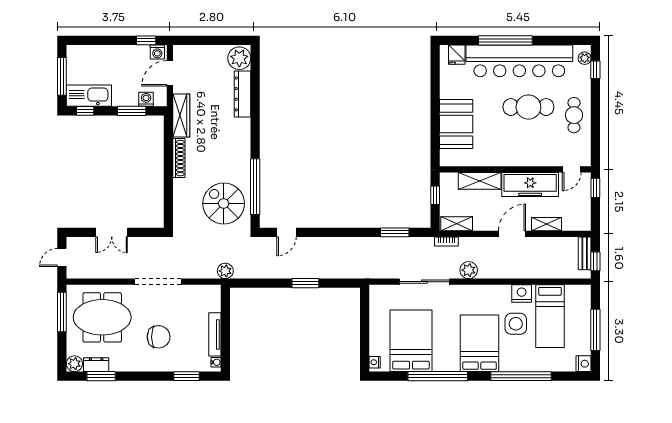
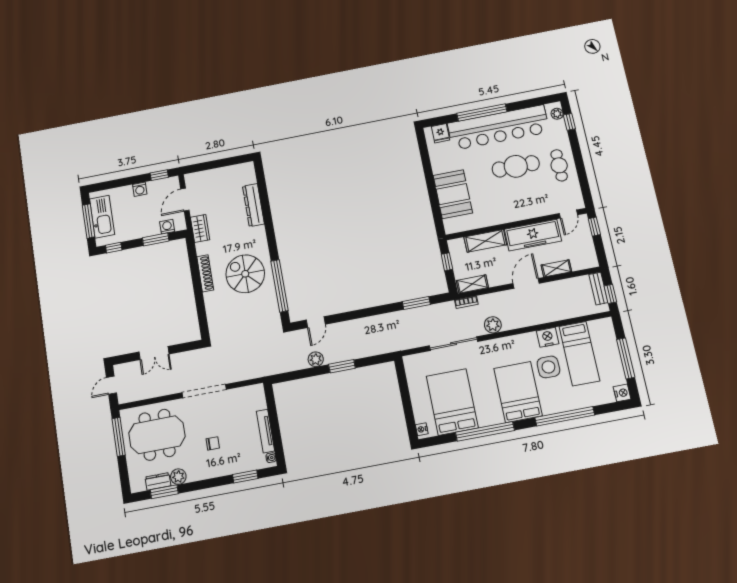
washing machine: (157, 52) -> (140, 189), moved
plant: (239, 58) -> (245, 174), removed
kitchen sink: (89, 96) -> (102, 217), moved, turned 90
wardrobe: (181, 115) -> (200, 228), width x0.67
spiral stairs: (224, 203) -> (245, 274), moved
plant: (225, 271) -> (316, 359), moved
chair: (159, 337) -> (213, 443), width x0.54, depth x0.54
plant: (74, 364) -> (178, 477), moved

